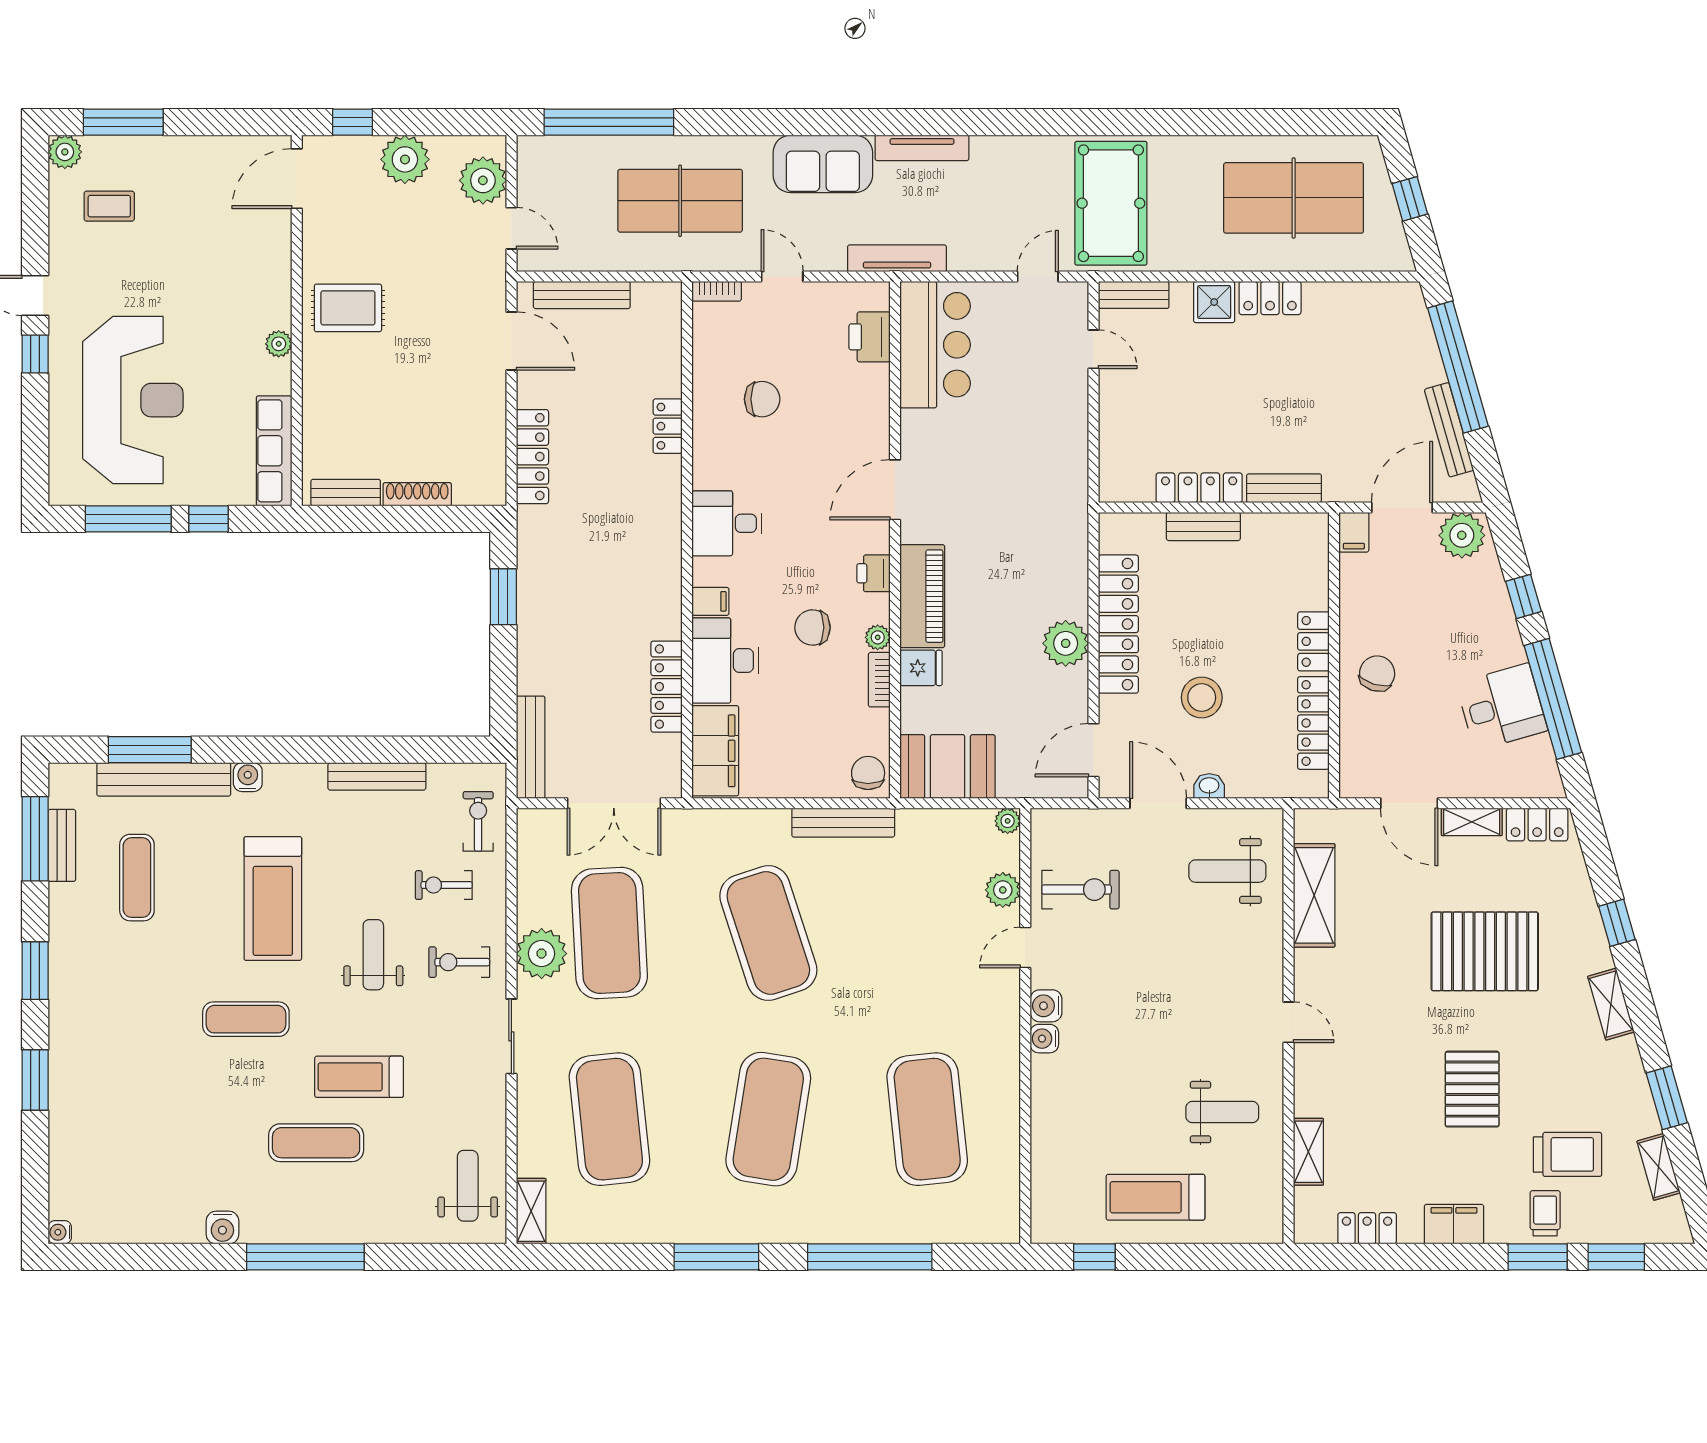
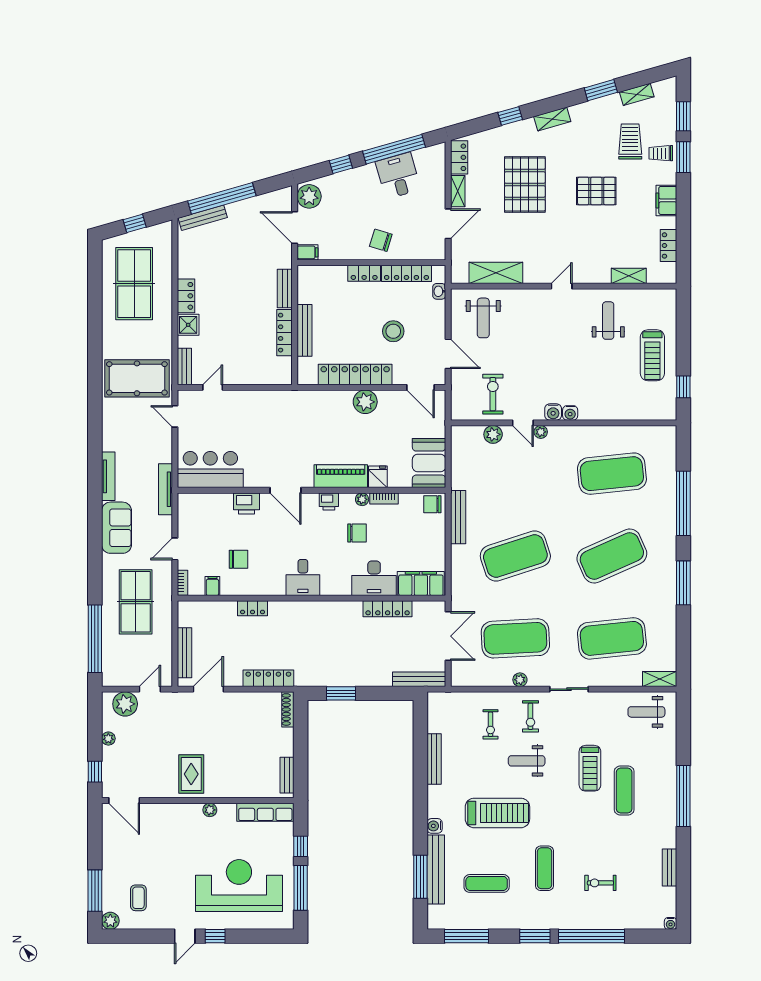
plant: (405, 159) -> (108, 739), width x0.53, depth x0.53
printer: (870, 337) -> (246, 503), moved
chair: (762, 399) -> (239, 559), turned 90
bench: (1449, 430) -> (203, 218), moved
shoe rack: (417, 494) -> (288, 709), moved
bench: (1203, 526) -> (305, 330), width x1.36
filing cabinet: (710, 601) -> (212, 586), moved
chair: (813, 627) -> (357, 533), turned -91
washbasin: (1209, 786) -> (439, 291), moved
door: (1158, 803) -> (448, 354), swing flipped
exercise bike: (478, 821) -> (600, 883), moved
plant: (1008, 821) -> (541, 432), moved
bench: (62, 845) -> (669, 868), moved, turned 90
plant: (542, 954) -> (520, 680), width x0.53, depth x0.53
exercise mat: (246, 1019) -> (544, 868), moved
window: (35, 1080) -> (592, 936), width x2.11
exercise mat: (768, 1119) -> (612, 556), turned -33
water cooler: (222, 1228) -> (668, 839), removed

